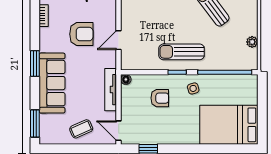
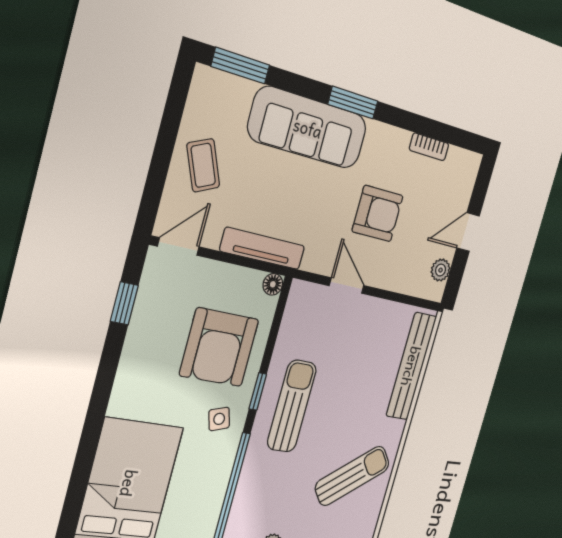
armchair: (81, 34) -> (378, 214), turned -90
armchair: (160, 98) -> (219, 347), width x1.88, depth x1.88

